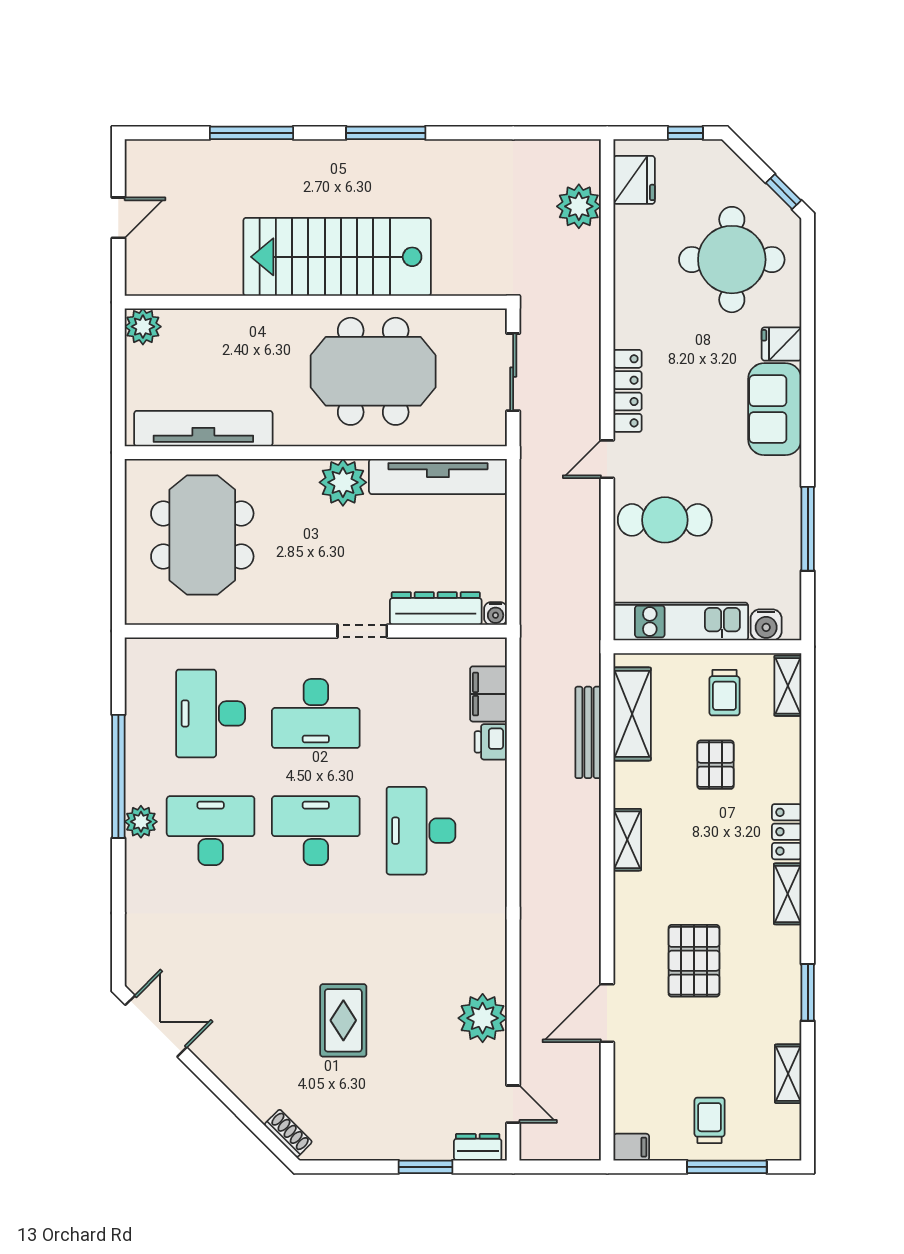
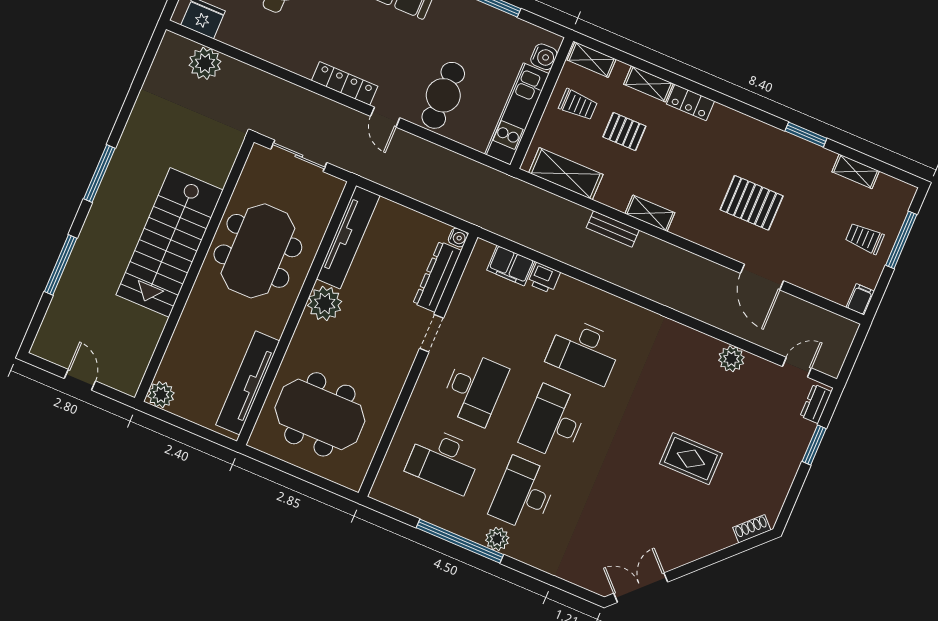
bench: (588, 732) -> (613, 229), moved, width x0.73
shelving: (788, 894) -> (649, 84), moved
plant: (483, 1018) -> (731, 359), width x0.73, depth x0.73

